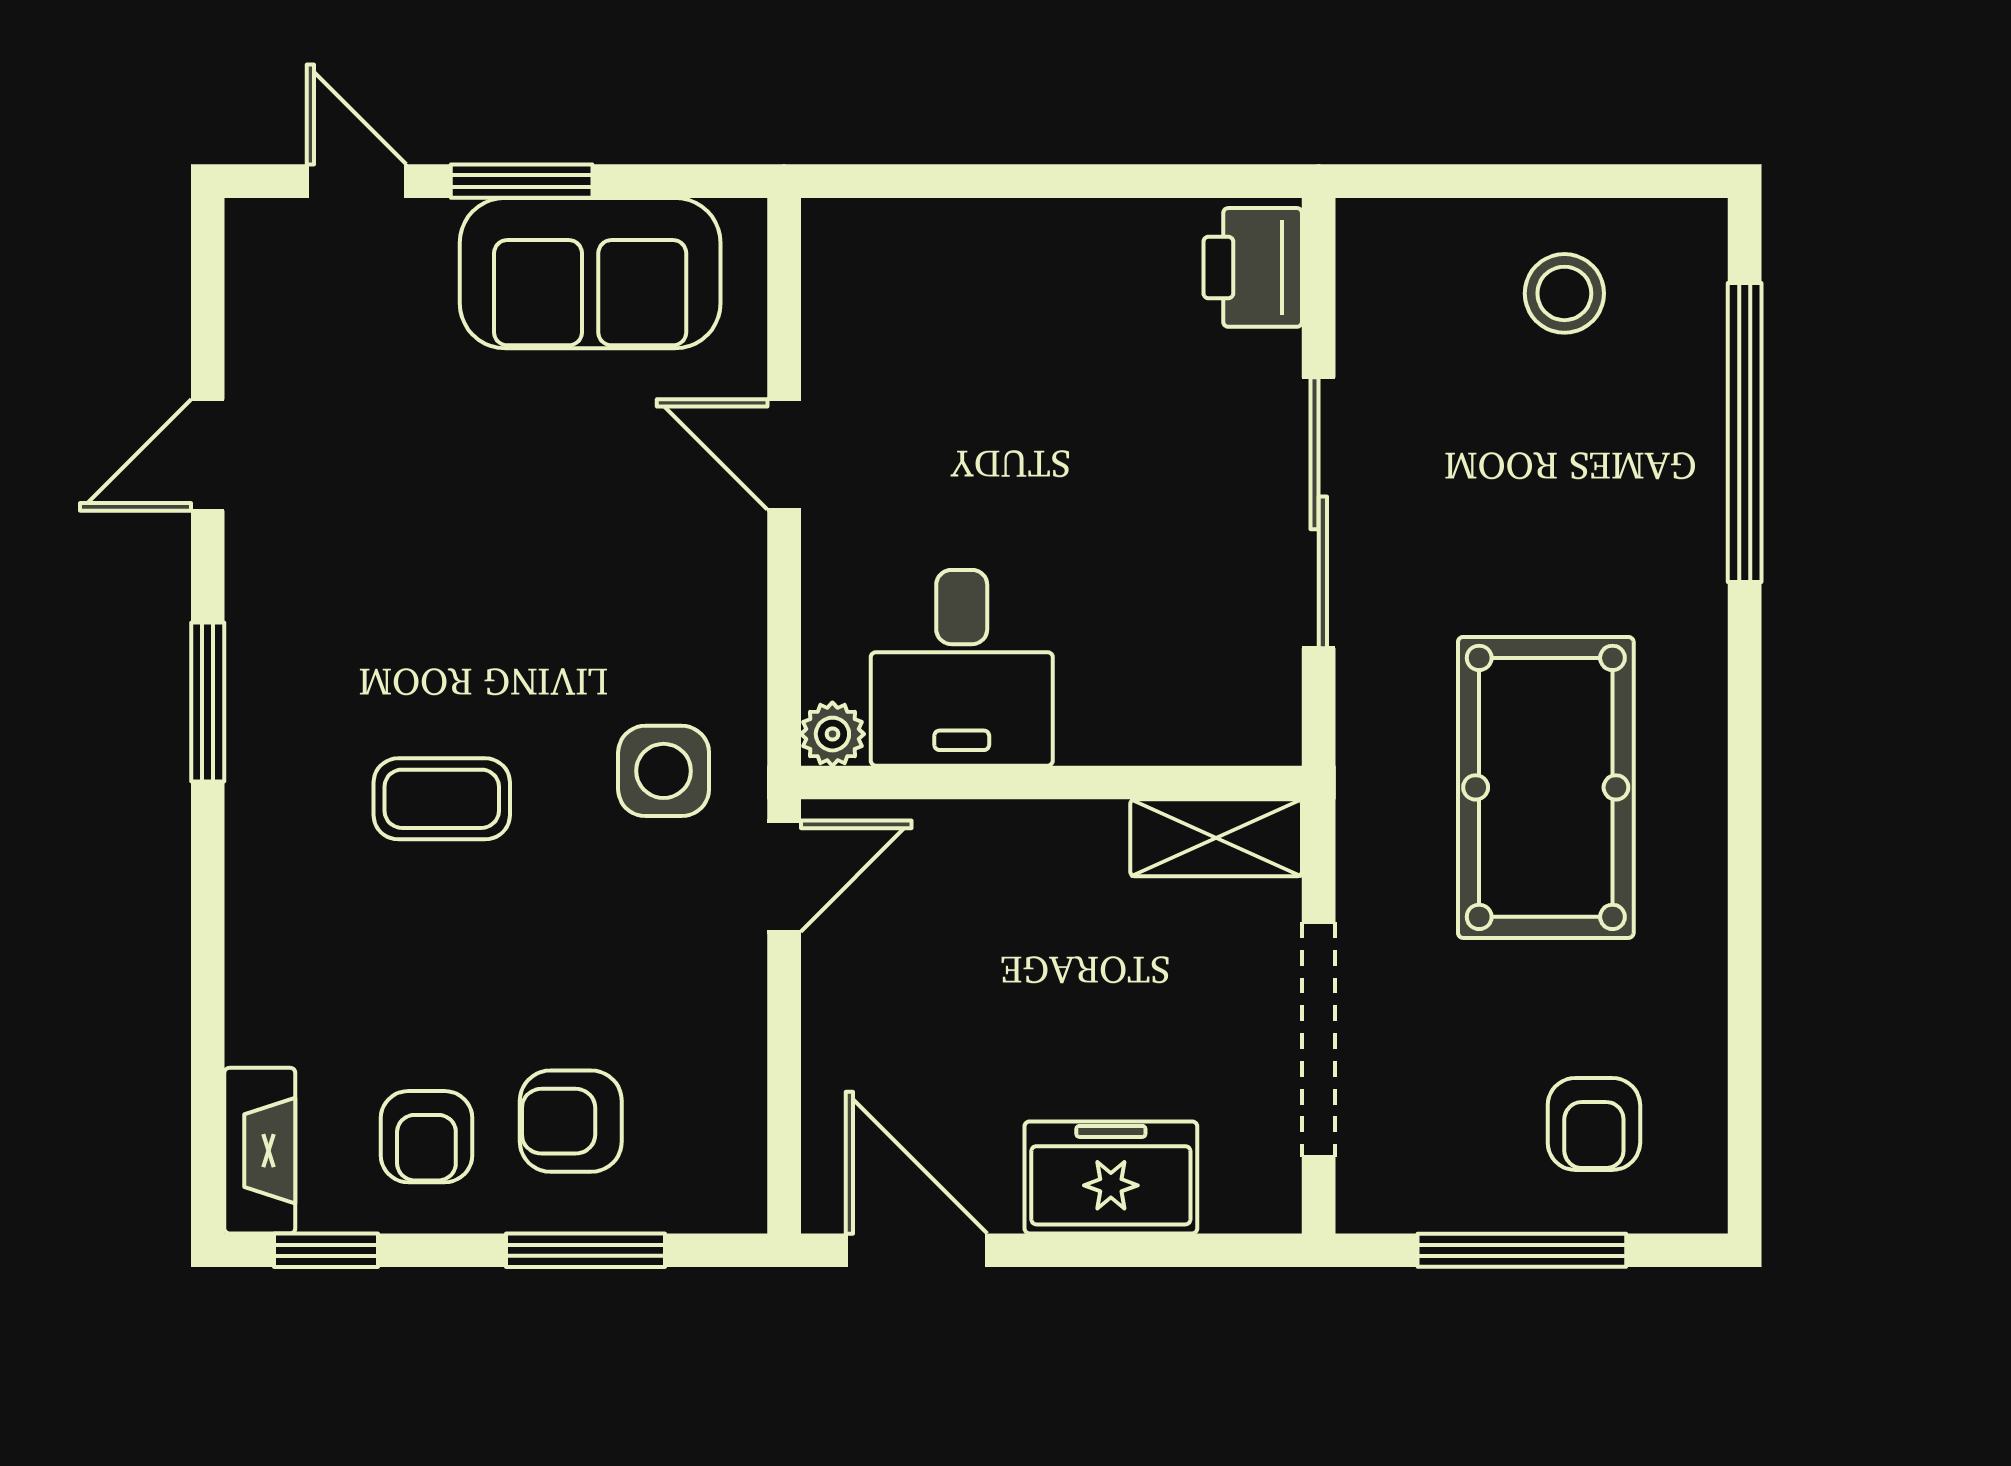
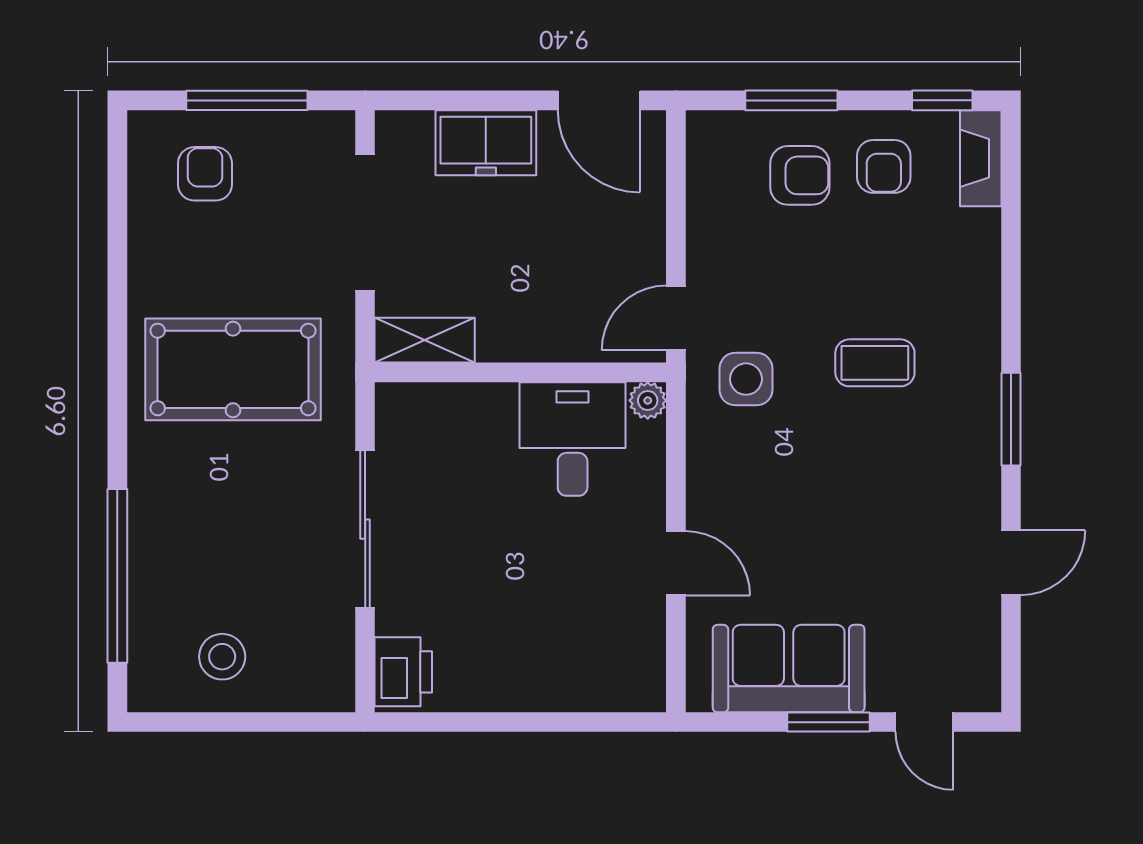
pool table: (1546, 787) -> (233, 369), turned 90
armchair: (426, 1137) -> (884, 166), turned 180

